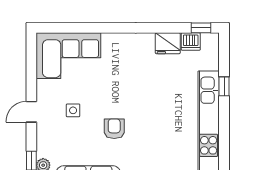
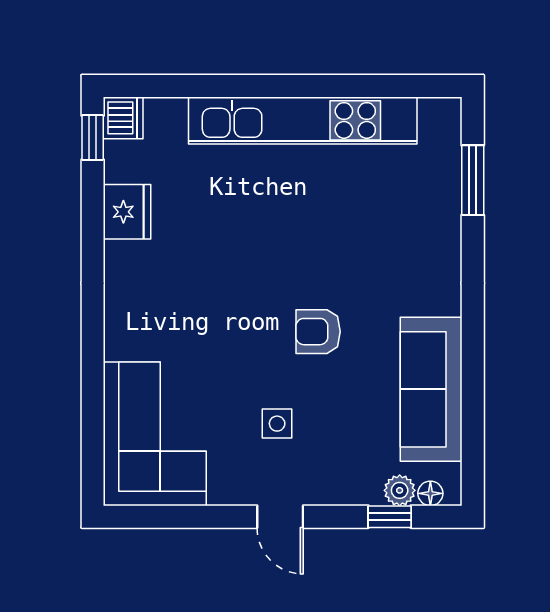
dishwasher: (191, 42) -> (123, 118), moved
window: (224, 86) -> (223, 86), removed

